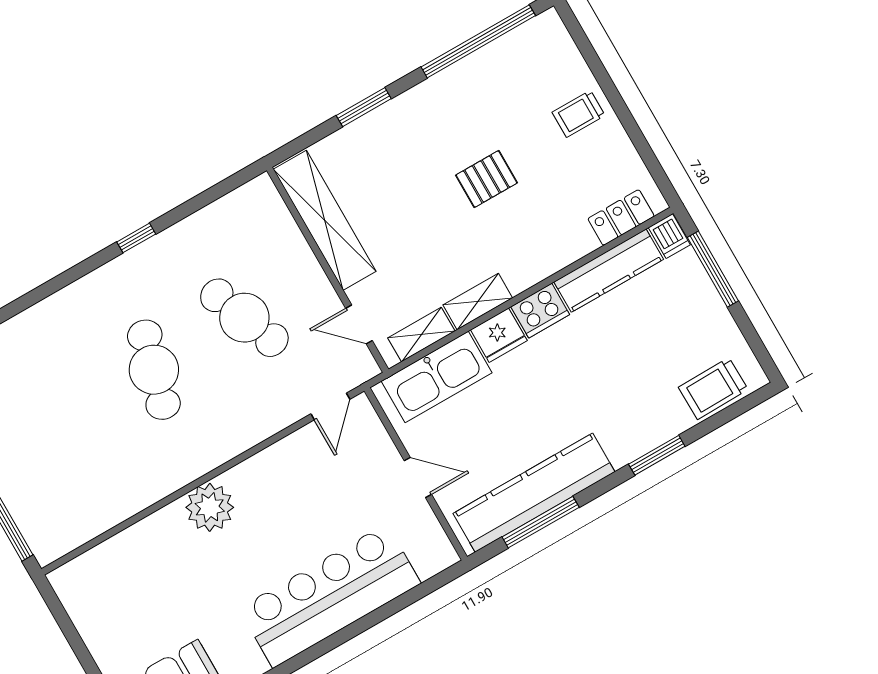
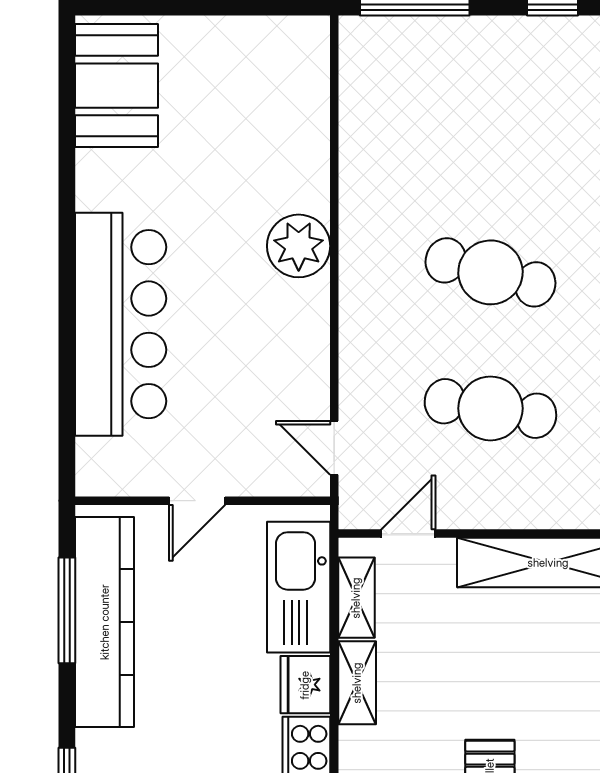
cafe table: (244, 318) -> (490, 408), turned 30

